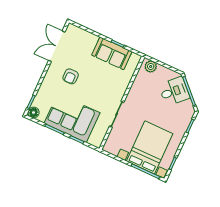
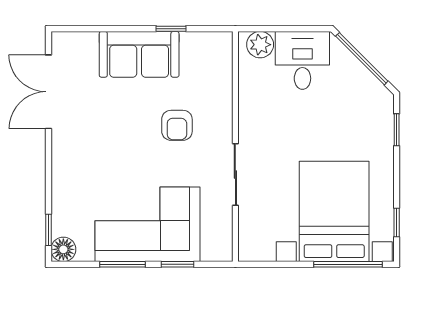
sofa: (112, 53) -> (139, 54), moved
armchair: (71, 76) -> (177, 125), moved
desk: (174, 91) -> (302, 60), moved, turned -45

